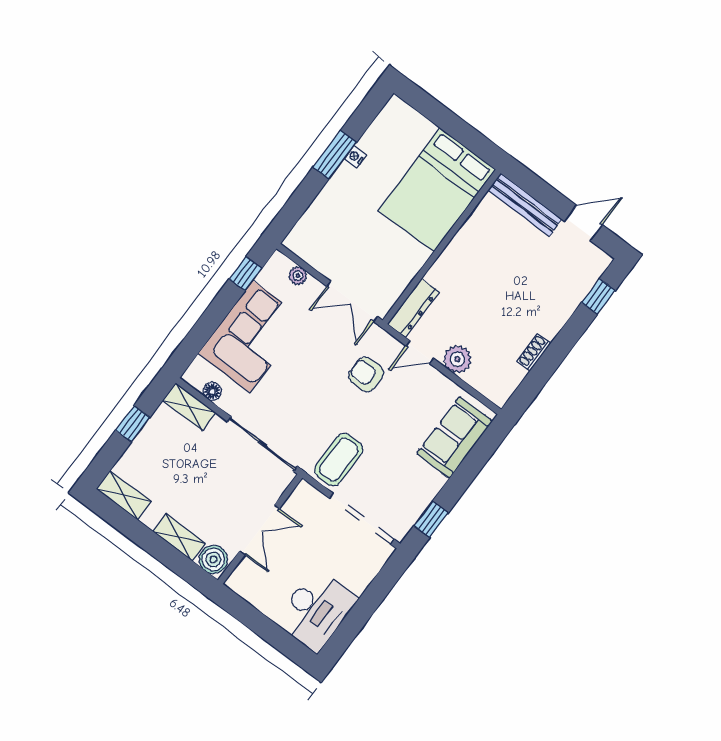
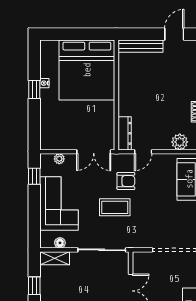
window: (335, 155) -> (34, 89), width x0.67
bed: (437, 190) -> (87, 70), width x1.36
plant: (457, 359) -> (180, 142), moved
armchair: (366, 374) -> (126, 181), turned 180
coffee table: (339, 460) -> (115, 207), moved, turned 90

